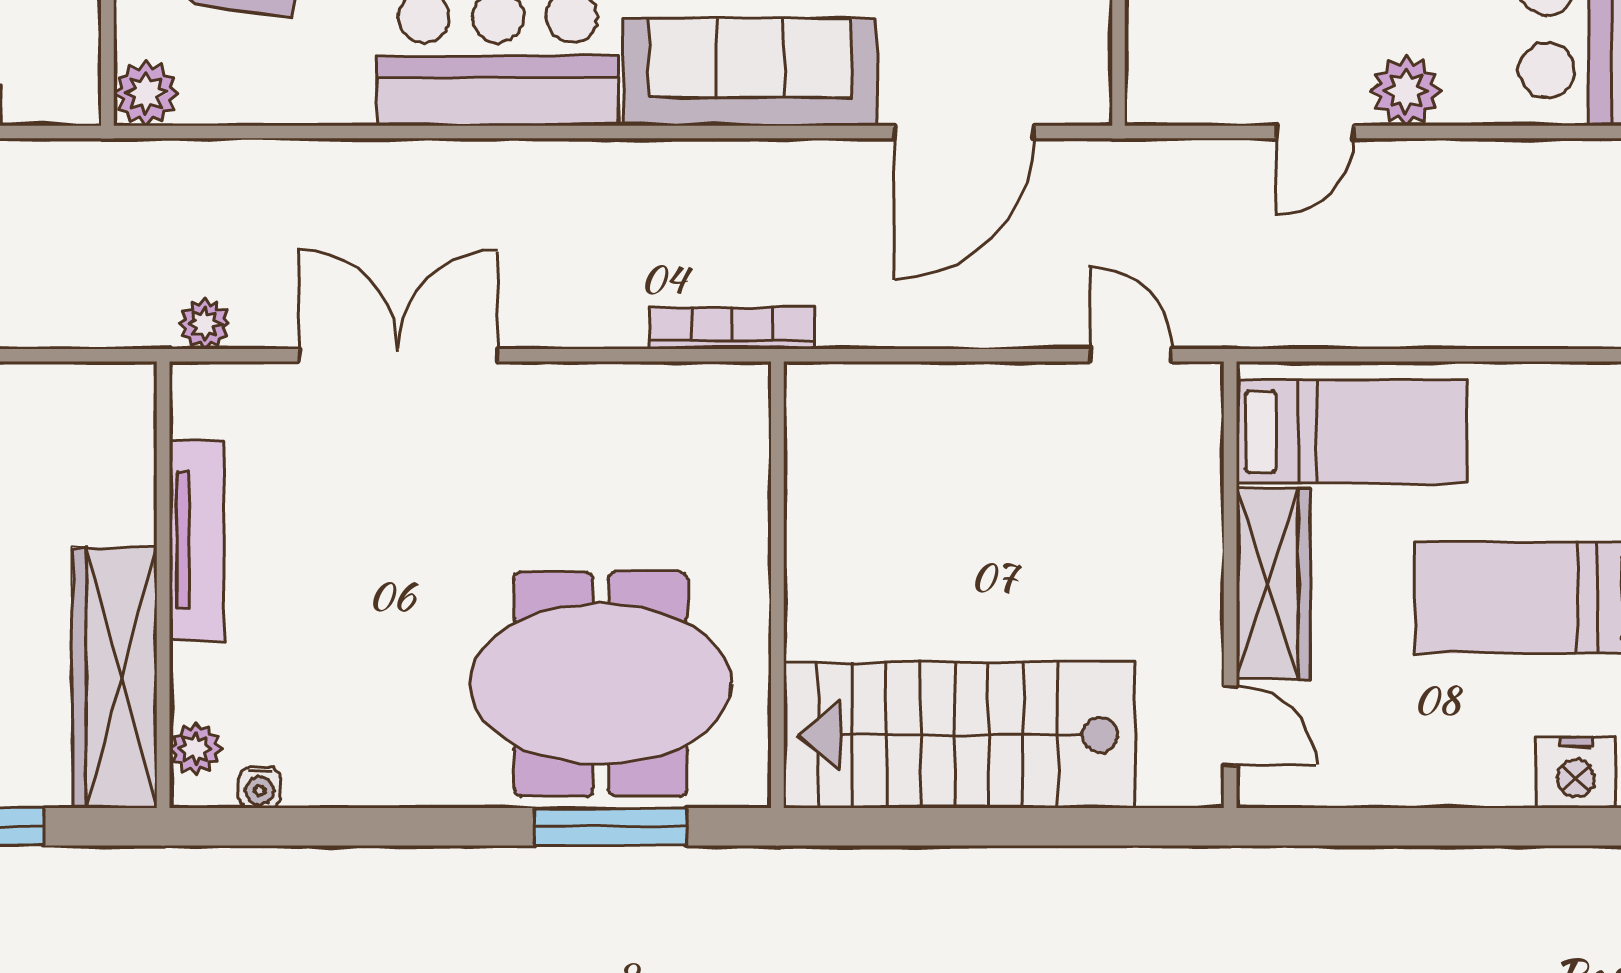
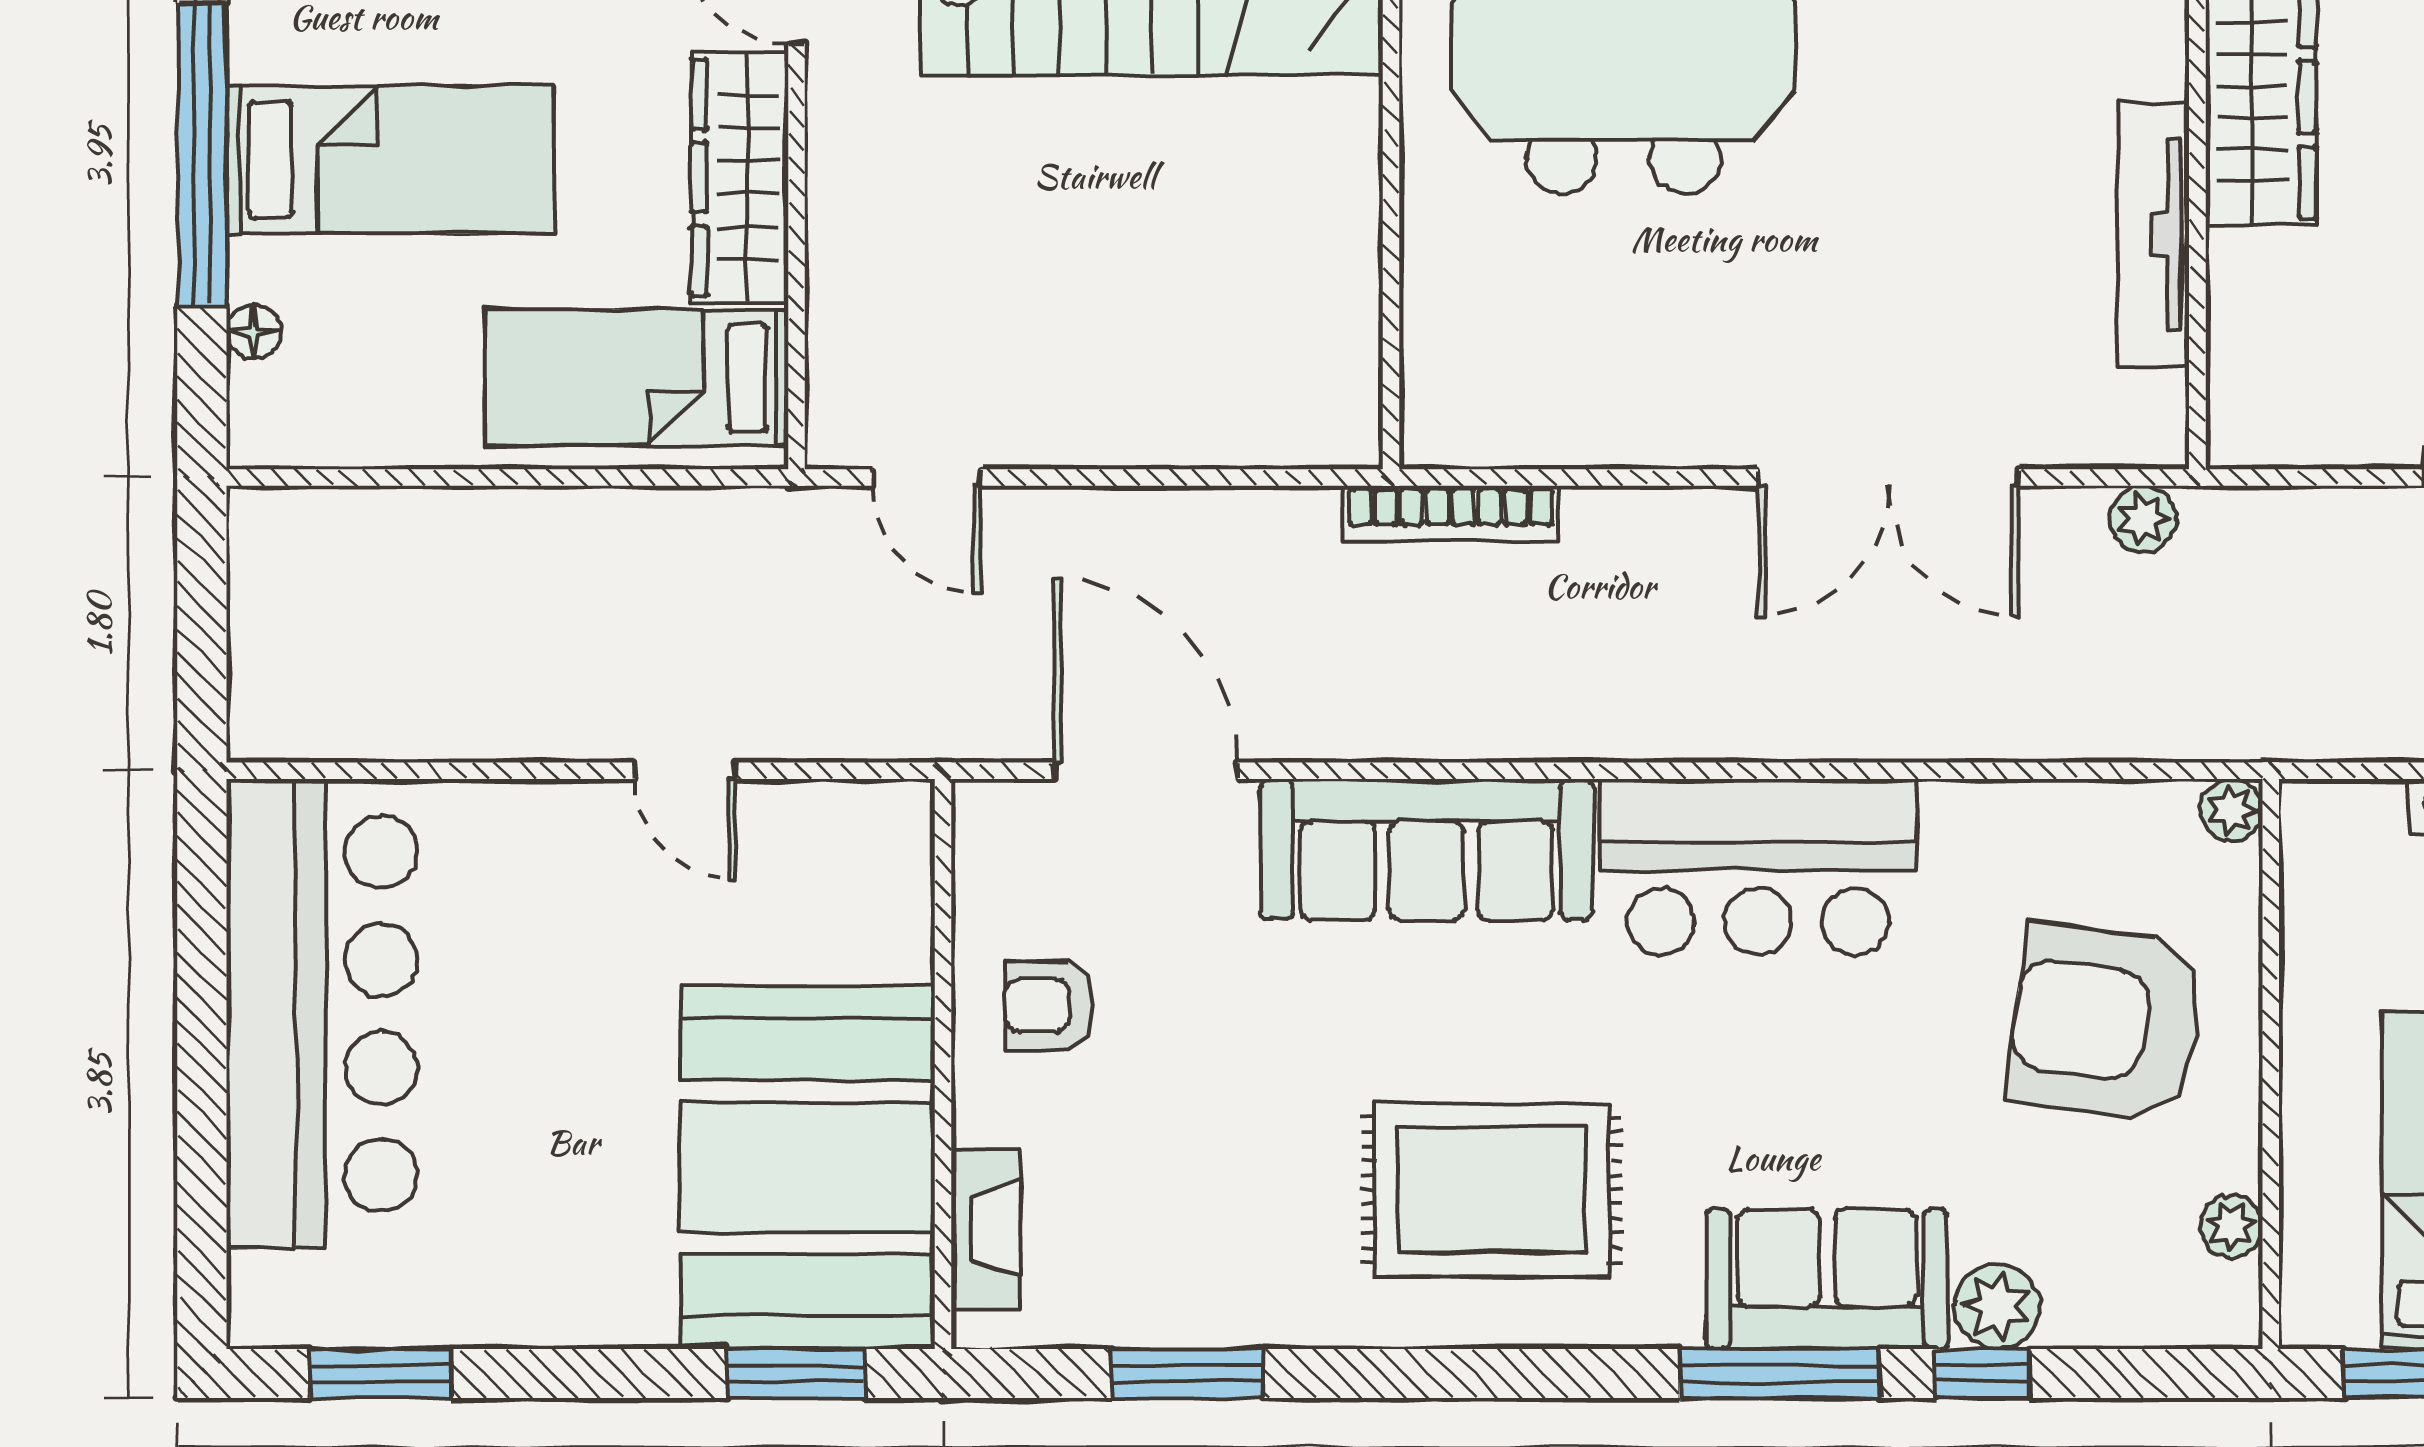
plant: (1406, 91) -> (566, 825), removed
plant: (146, 93) -> (2231, 810), width x0.73, depth x0.73
door: (964, 132) -> (1146, 771), hinge flipped
door: (1315, 132) -> (685, 771), swing flipped

